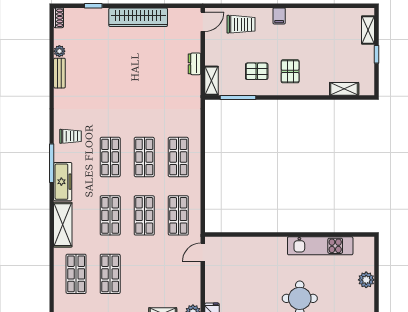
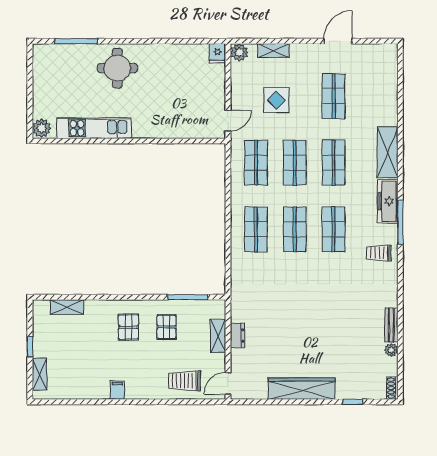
filing cabinet: (279, 16) -> (117, 390), moved
pallet: (257, 71) -> (167, 327), turned 90
shelving: (211, 81) -> (218, 336), moved
display table: (160, 270) -> (276, 100), added
shop shelf: (76, 274) -> (372, 96), removed
plant: (366, 280) -> (42, 128), moved

